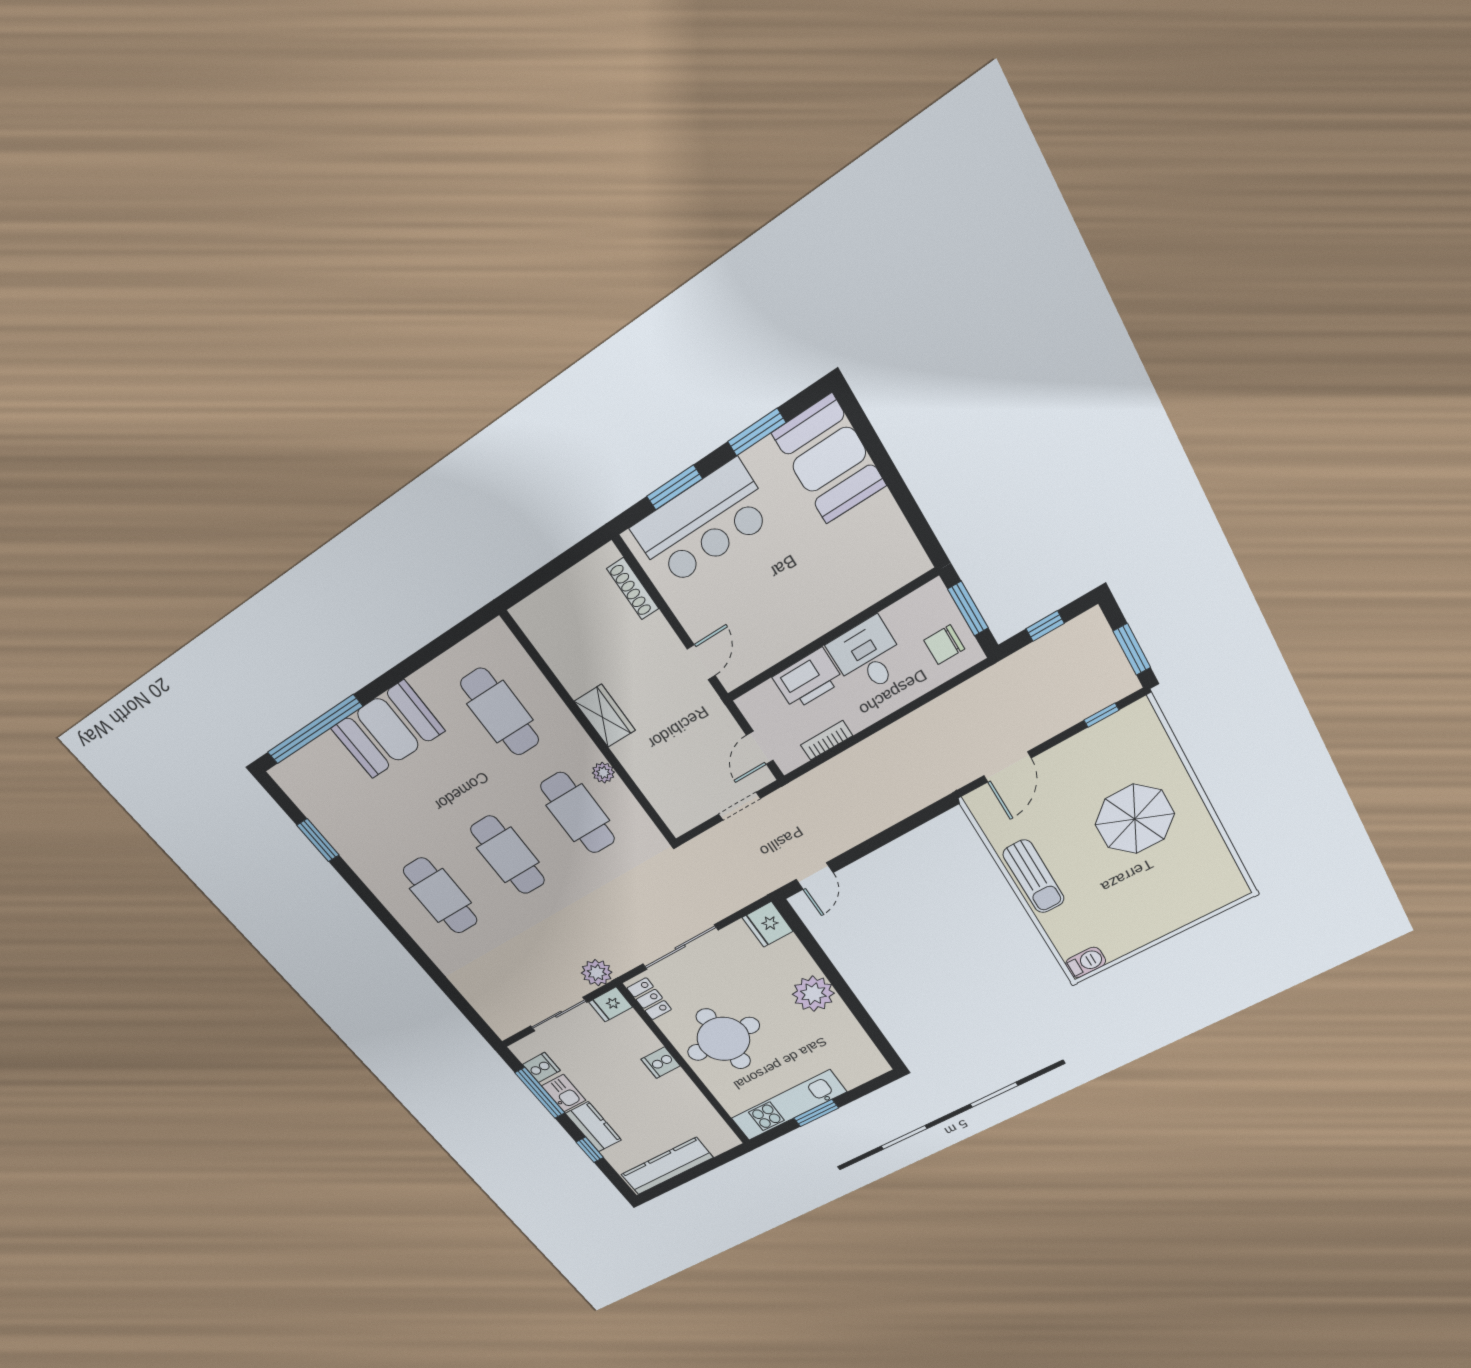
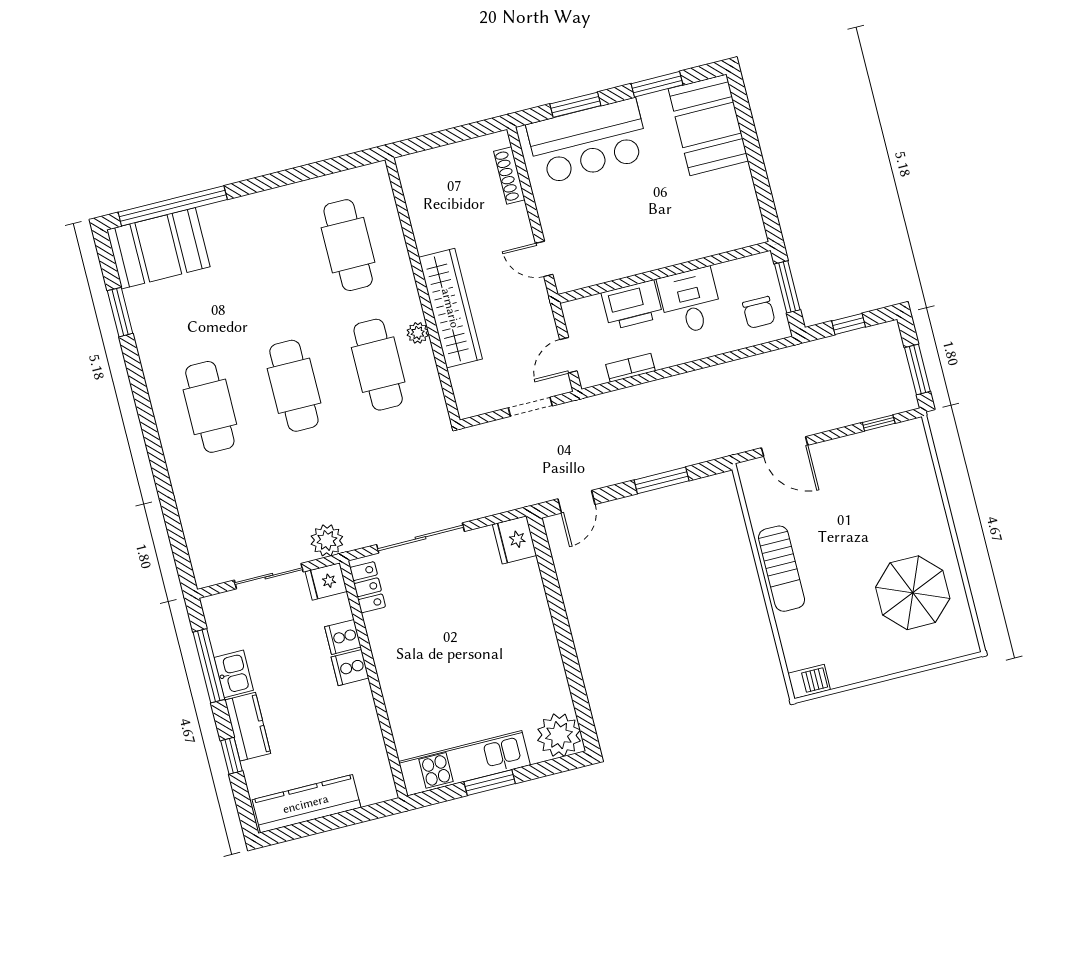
chair: (944, 645) -> (759, 312), turned -90
door: (701, 662) -> (544, 259), swing flipped
wardrobe: (605, 716) -> (450, 308), width x2.10, depth x1.17
booth: (388, 730) -> (158, 248), moved
door: (1007, 767) -> (785, 447), hinge flipped
parasol: (1135, 819) -> (913, 593), moved
window: (892, 834) -> (662, 480), added
plant: (813, 994) -> (559, 735), moved
round table: (723, 1039) -> (425, 659), removed
cooker: (541, 1068) -> (343, 637), moved, turned 180

